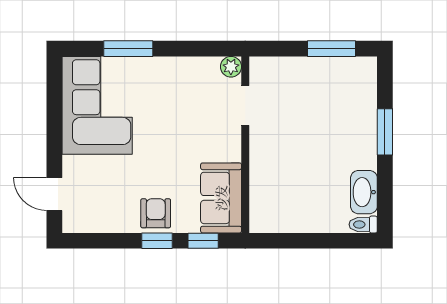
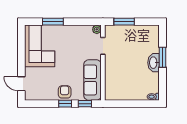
window: (332, 49) -> (124, 22), moved
washbasin: (364, 192) -> (154, 63), moved
sofa: (221, 198) -> (93, 80), width x1.36

